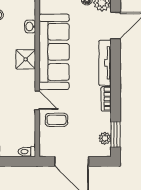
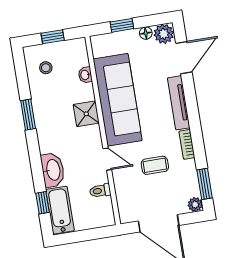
coffee table: (57, 120) -> (155, 165), moved
plant: (105, 138) -> (195, 205), moved
toilet: (27, 152) -> (100, 191), moved

